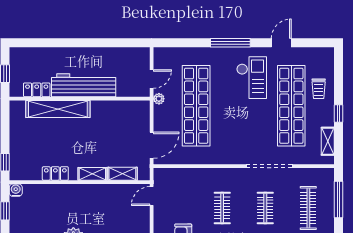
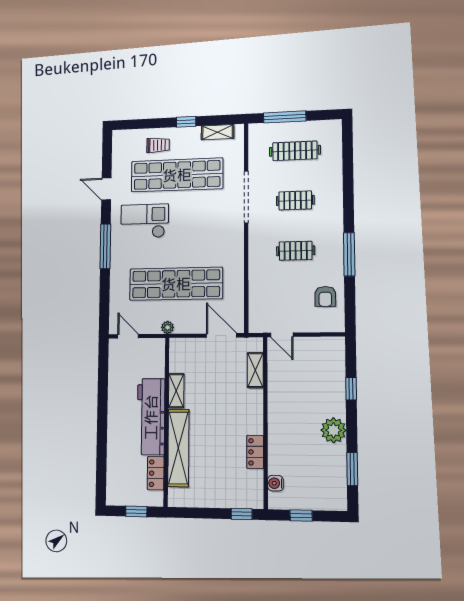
door: (152, 79) -> (128, 336), moved
shelving: (92, 174) -> (176, 391), moved
water cooler: (16, 190) -> (275, 483), moved

